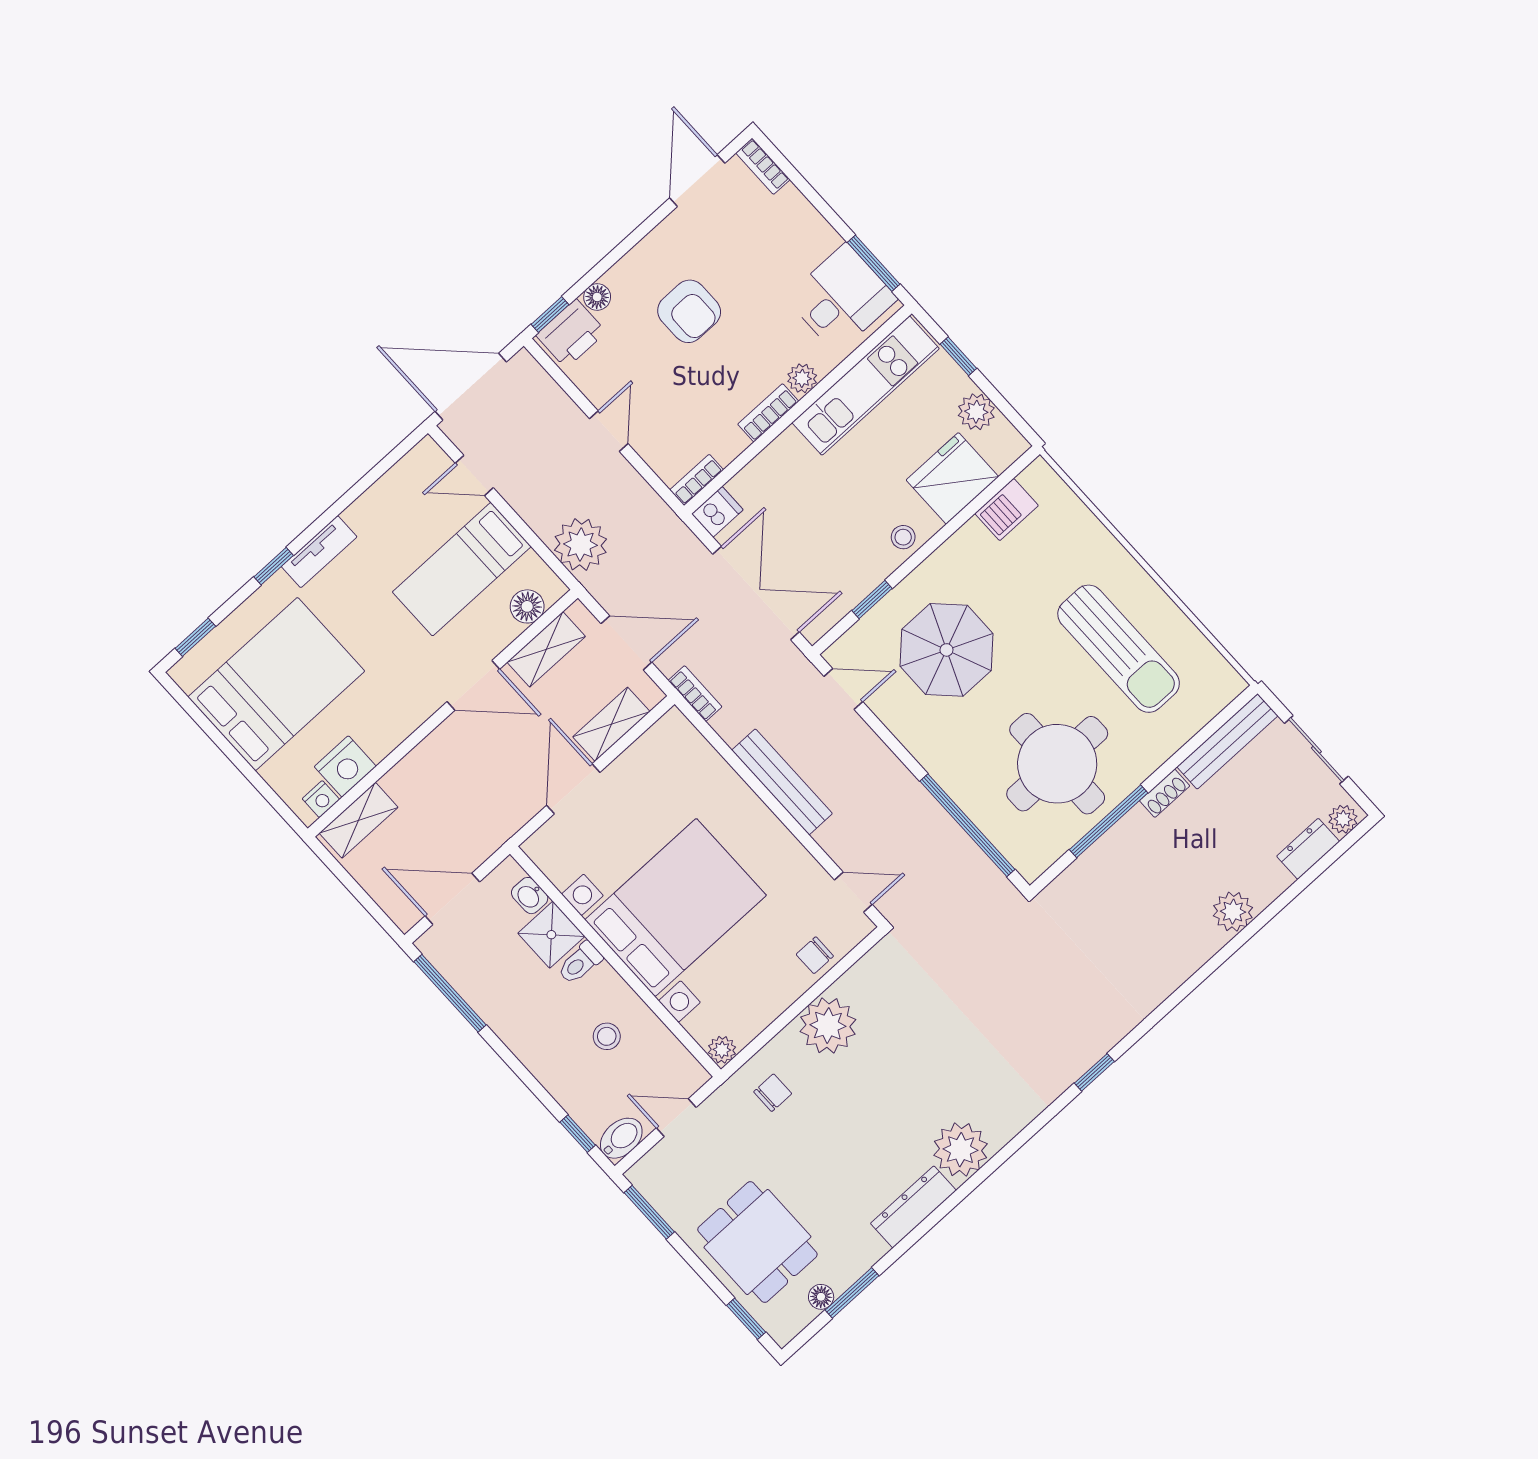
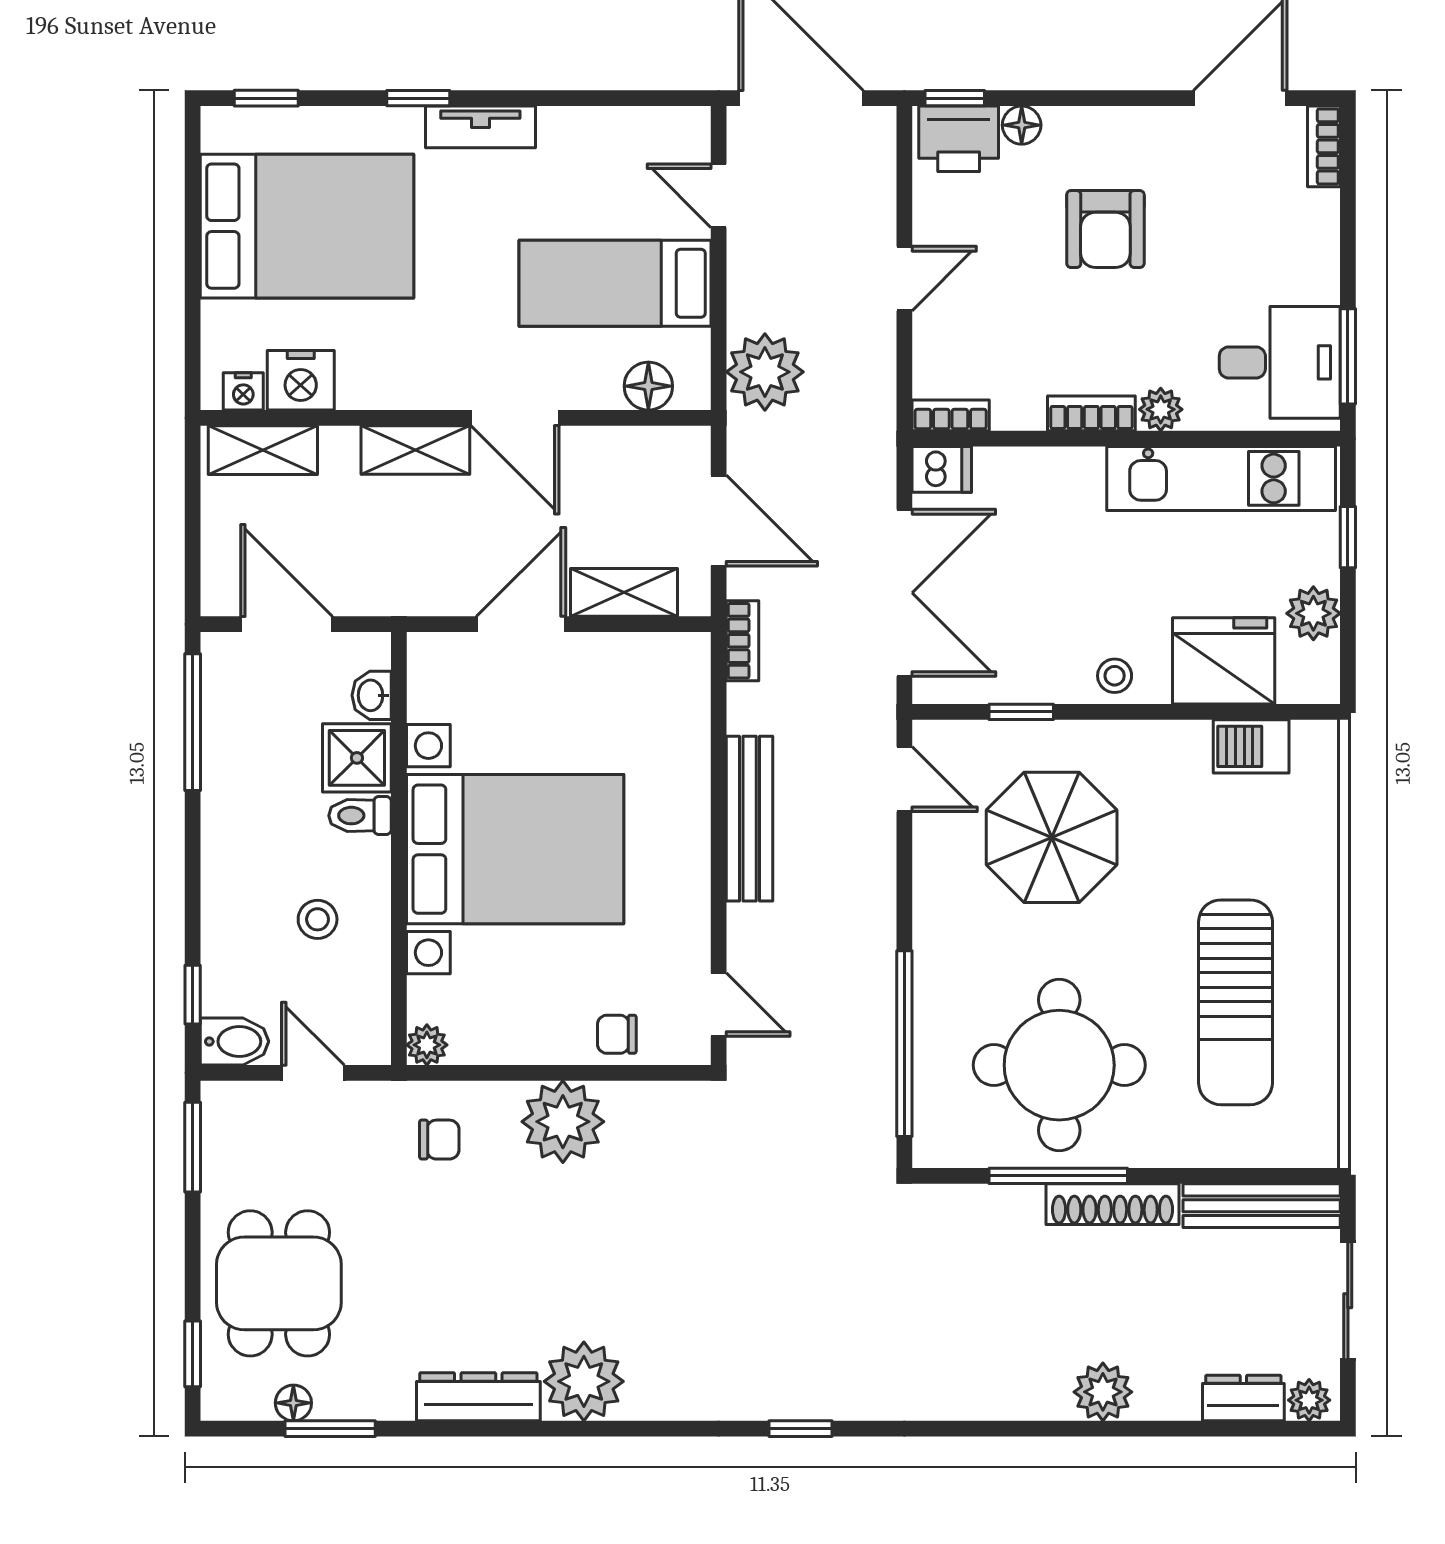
shelving: (546, 649) -> (415, 450), moved
shoe rack: (1165, 793) -> (1112, 1204), width x1.94, depth x1.24

